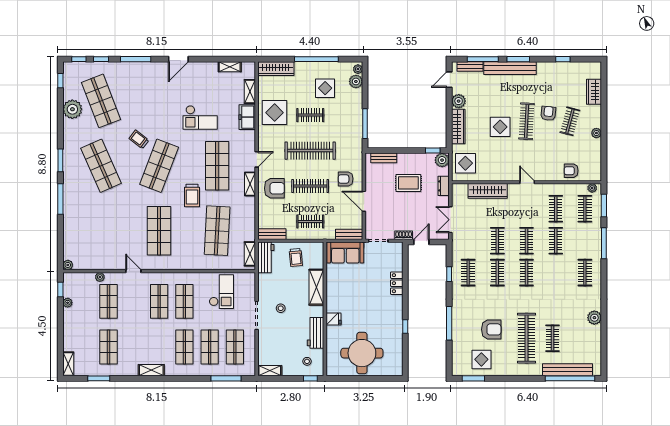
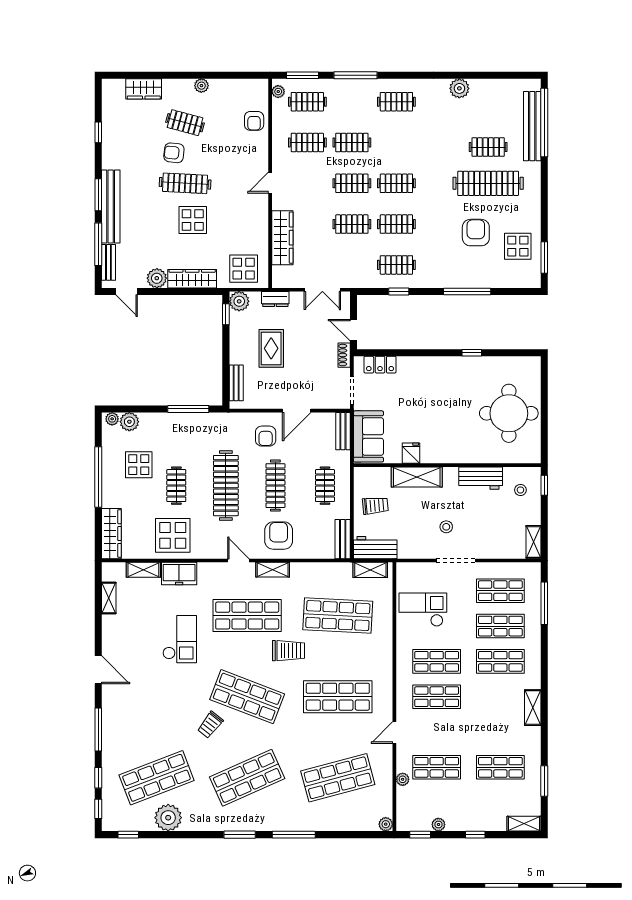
shop shelf: (101, 231) -> (338, 778), added
locker: (397, 283) -> (380, 365), moved
fridge: (333, 319) -> (411, 453), moved
window: (60, 329) -> (475, 835), added

